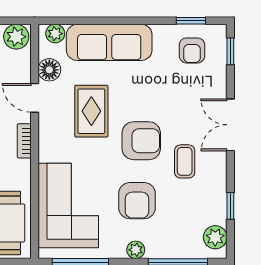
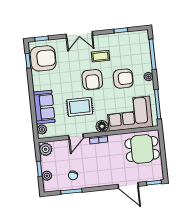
sofa: (109, 42) -> (44, 107), width x0.73
armchair: (192, 50) -> (43, 58), width x1.88, depth x1.88
floor lamp: (49, 70) -> (102, 126), moved
armchair: (141, 141) -> (92, 80), turned 180
plant: (215, 237) -> (138, 36), removed

